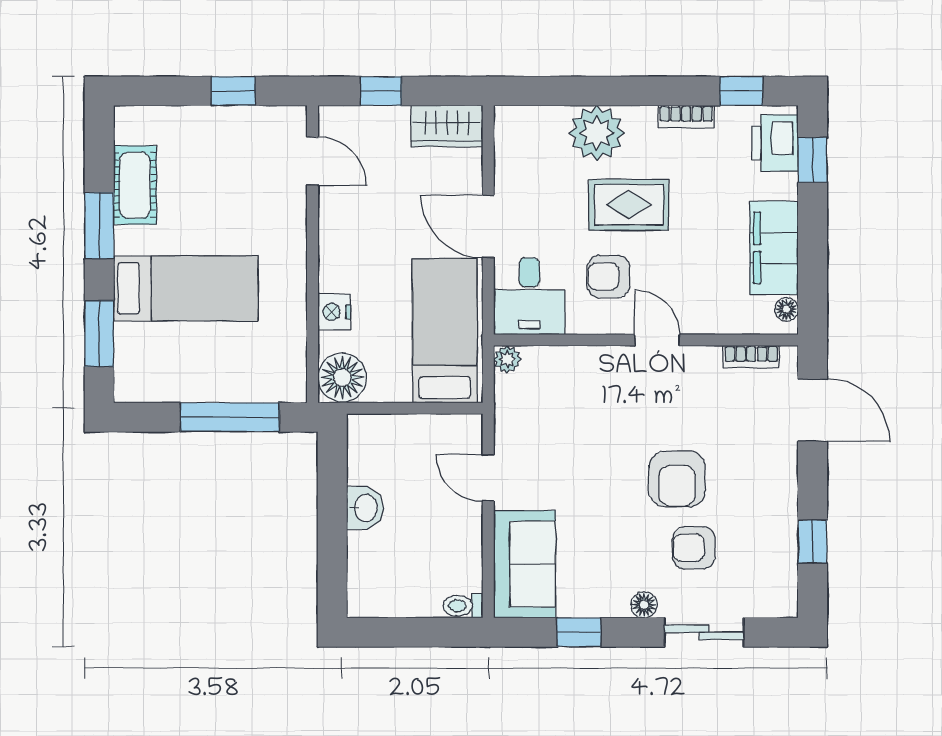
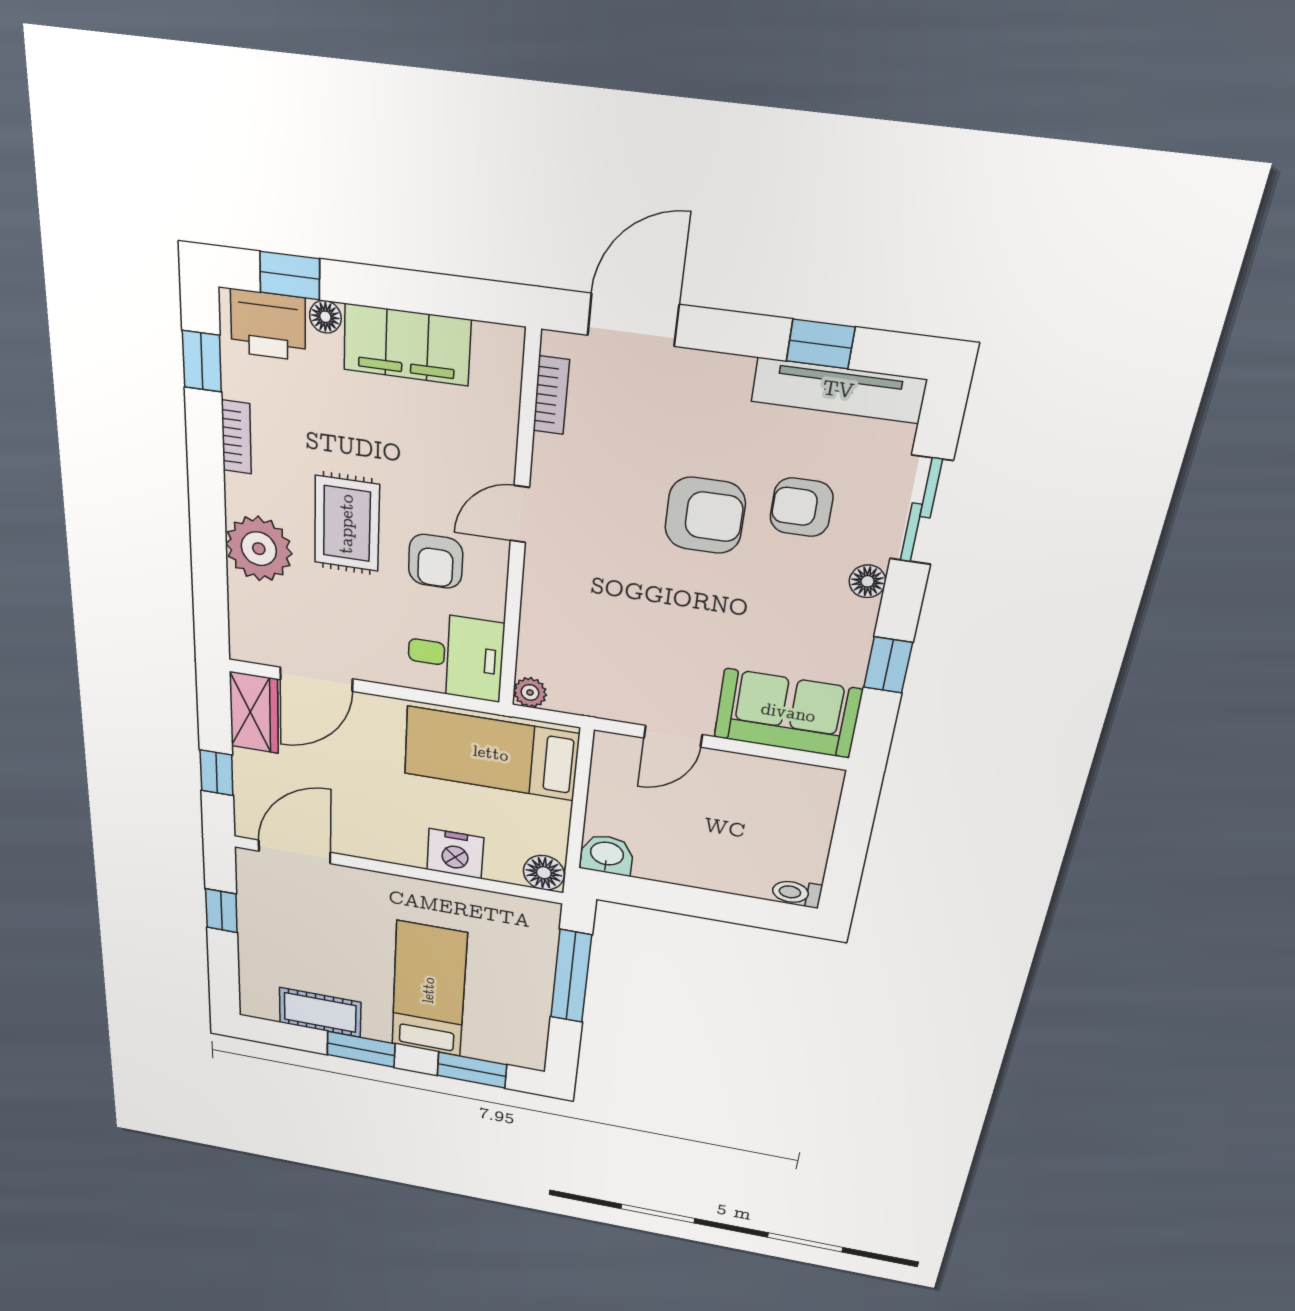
door: (312, 161) -> (294, 852), width x1.38
door: (488, 226) -> (316, 679), moved
floor lamp: (786, 309) -> (325, 317), moved
nightstand: (334, 312) -> (455, 854), width x1.36, depth x1.33
floor lamp: (342, 377) -> (544, 873), width x0.73, depth x0.73
washbasin: (365, 508) -> (607, 855), moved
armchair: (694, 548) -> (802, 507), turned 90
tv unit: (782, 559) -> (838, 390), added
toilet: (463, 606) -> (797, 893), moved, turned 90

